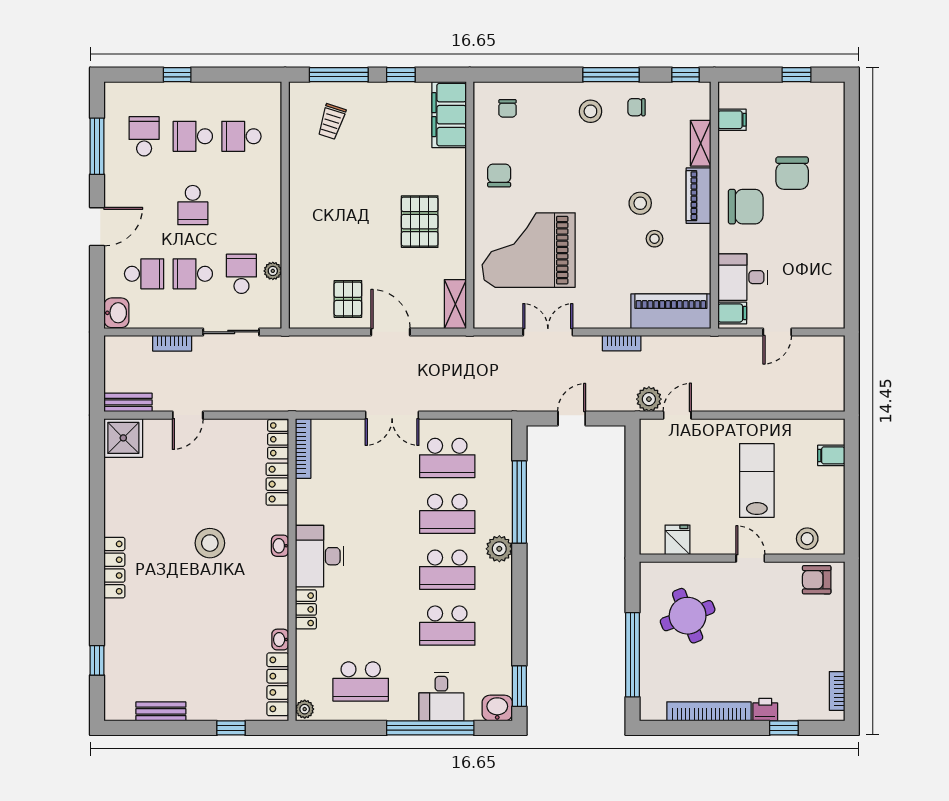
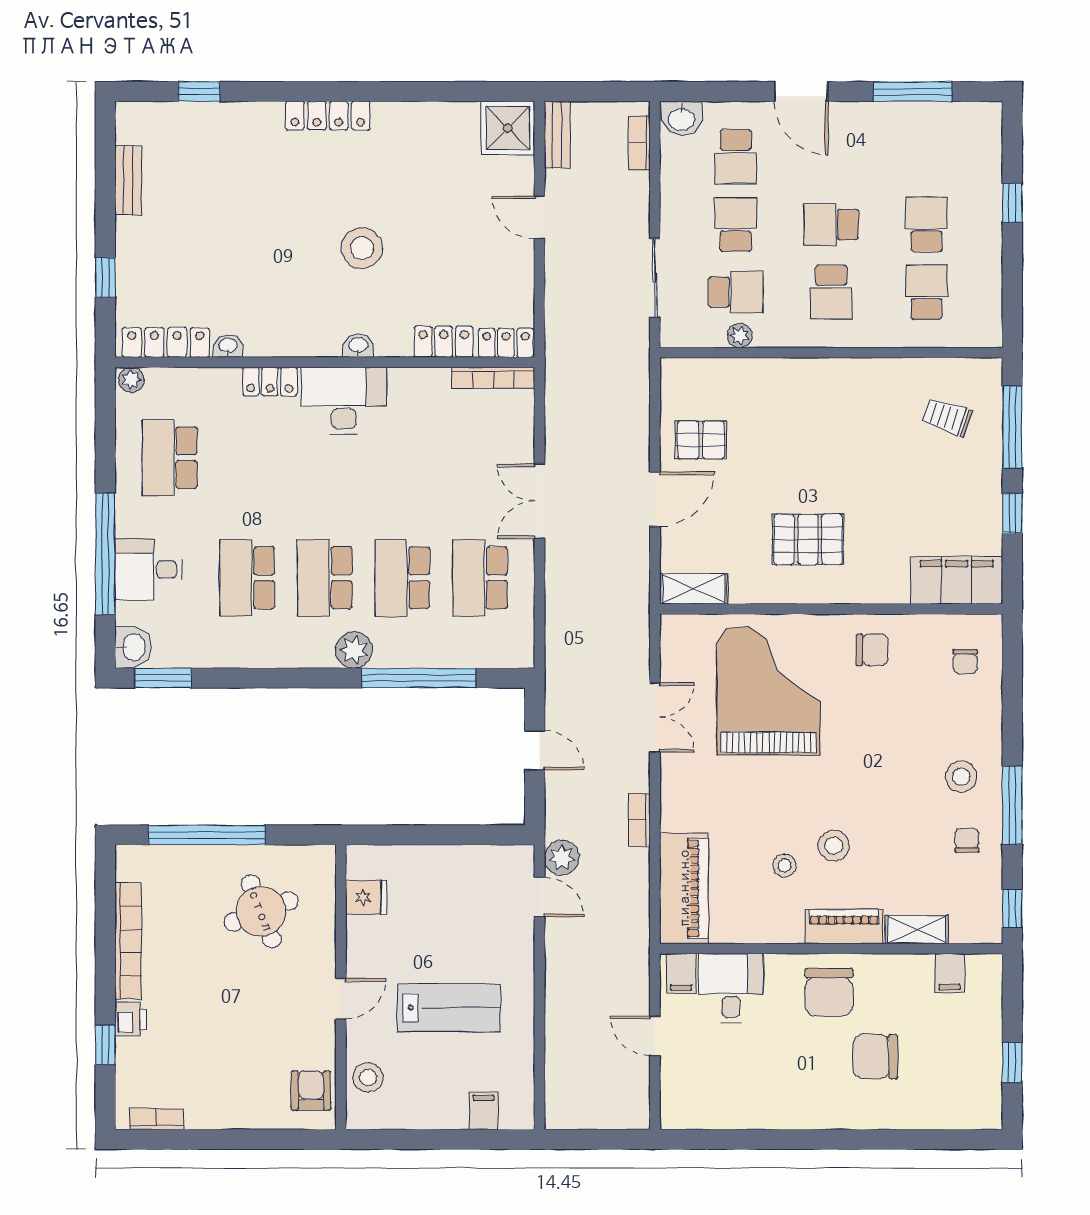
chair: (507, 108) -> (965, 661), turned -90
school desk: (144, 136) -> (831, 292), moved, turned 90
bookcase: (172, 343) -> (639, 142), moved

